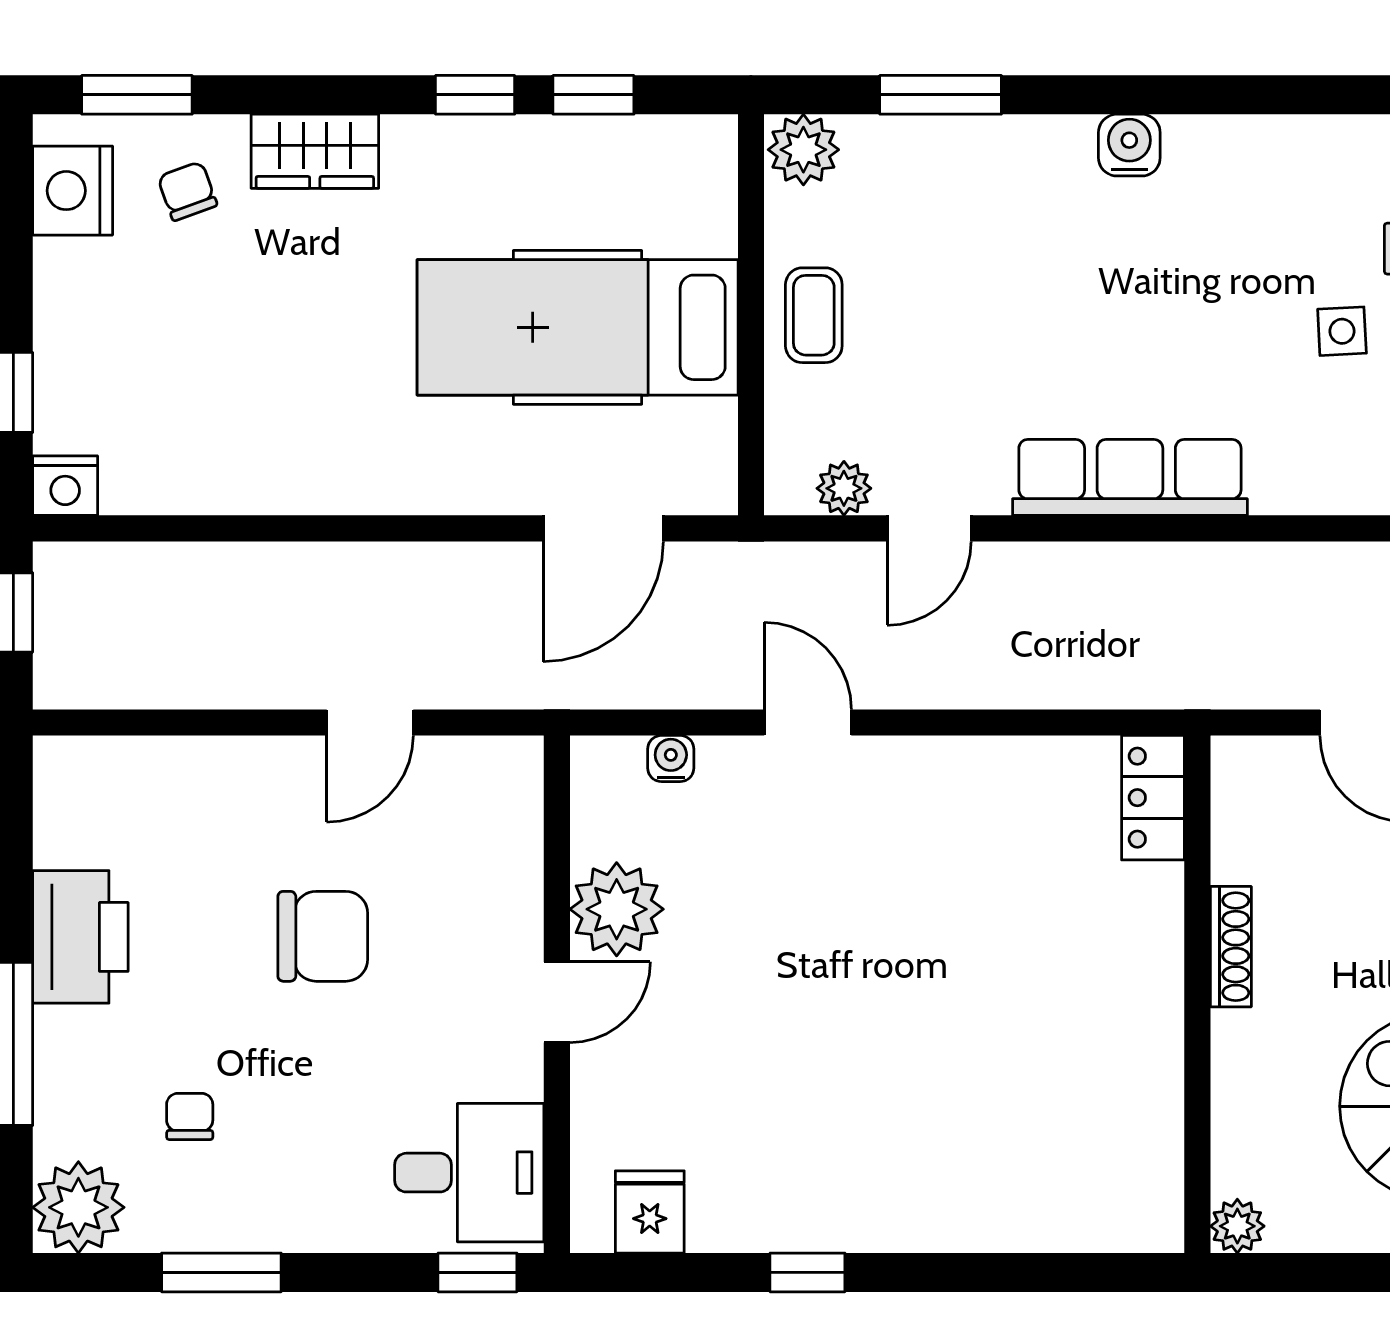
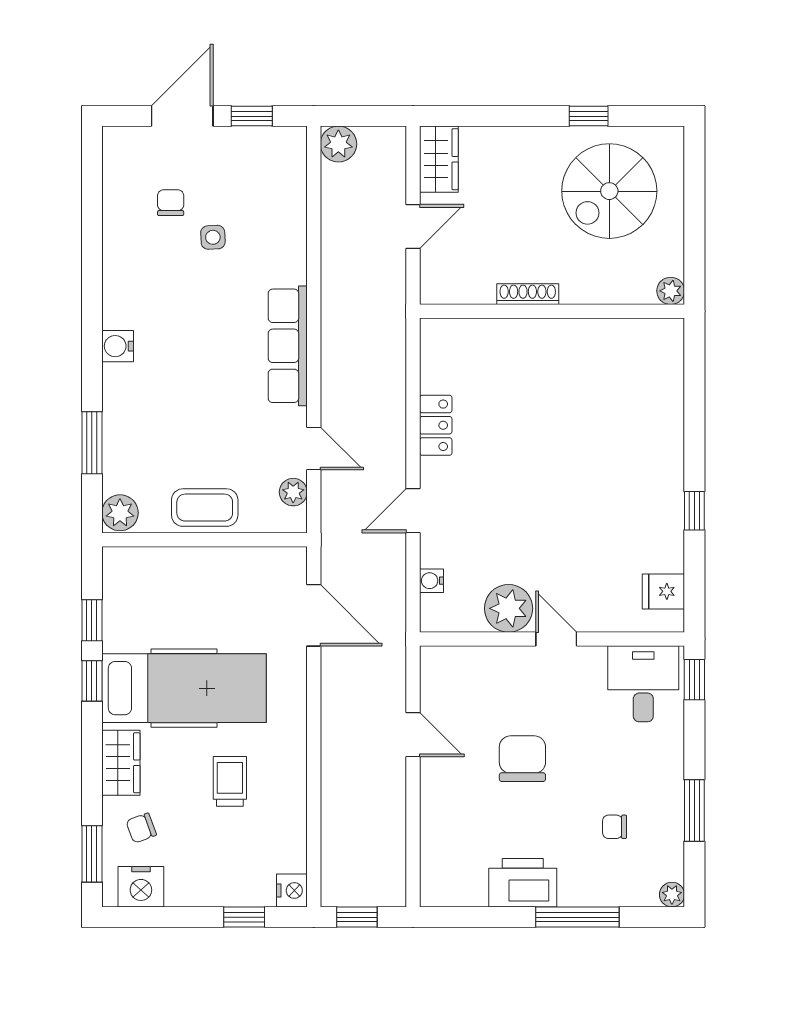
coffee table: (814, 315) -> (205, 508), width x1.36, depth x1.30
hospital bed: (578, 327) -> (184, 688), moved, turned -90
trolley: (278, 364) -> (230, 781), added
locker: (1153, 798) -> (436, 425), moved, turned -90
plant: (78, 1207) -> (672, 895), width x0.53, depth x0.53

